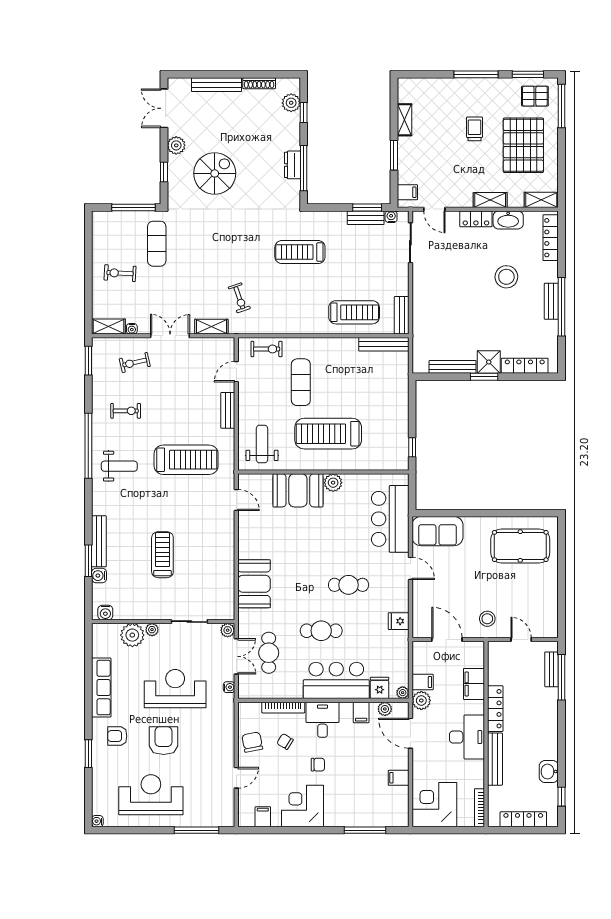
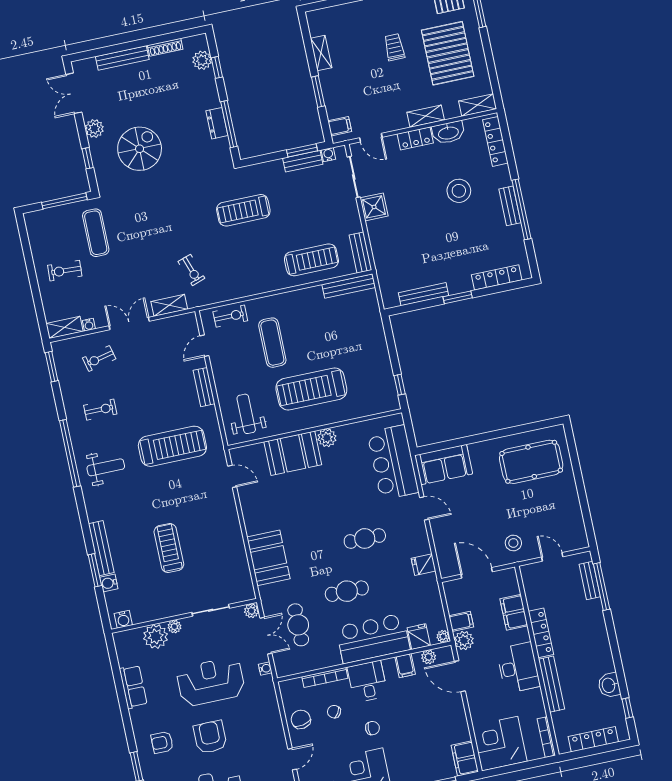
shower: (489, 362) -> (374, 207), moved
row of seats: (101, 688) -> (133, 687), width x0.68
filing cabinet: (399, 778) -> (465, 758), moved, width x2.00

